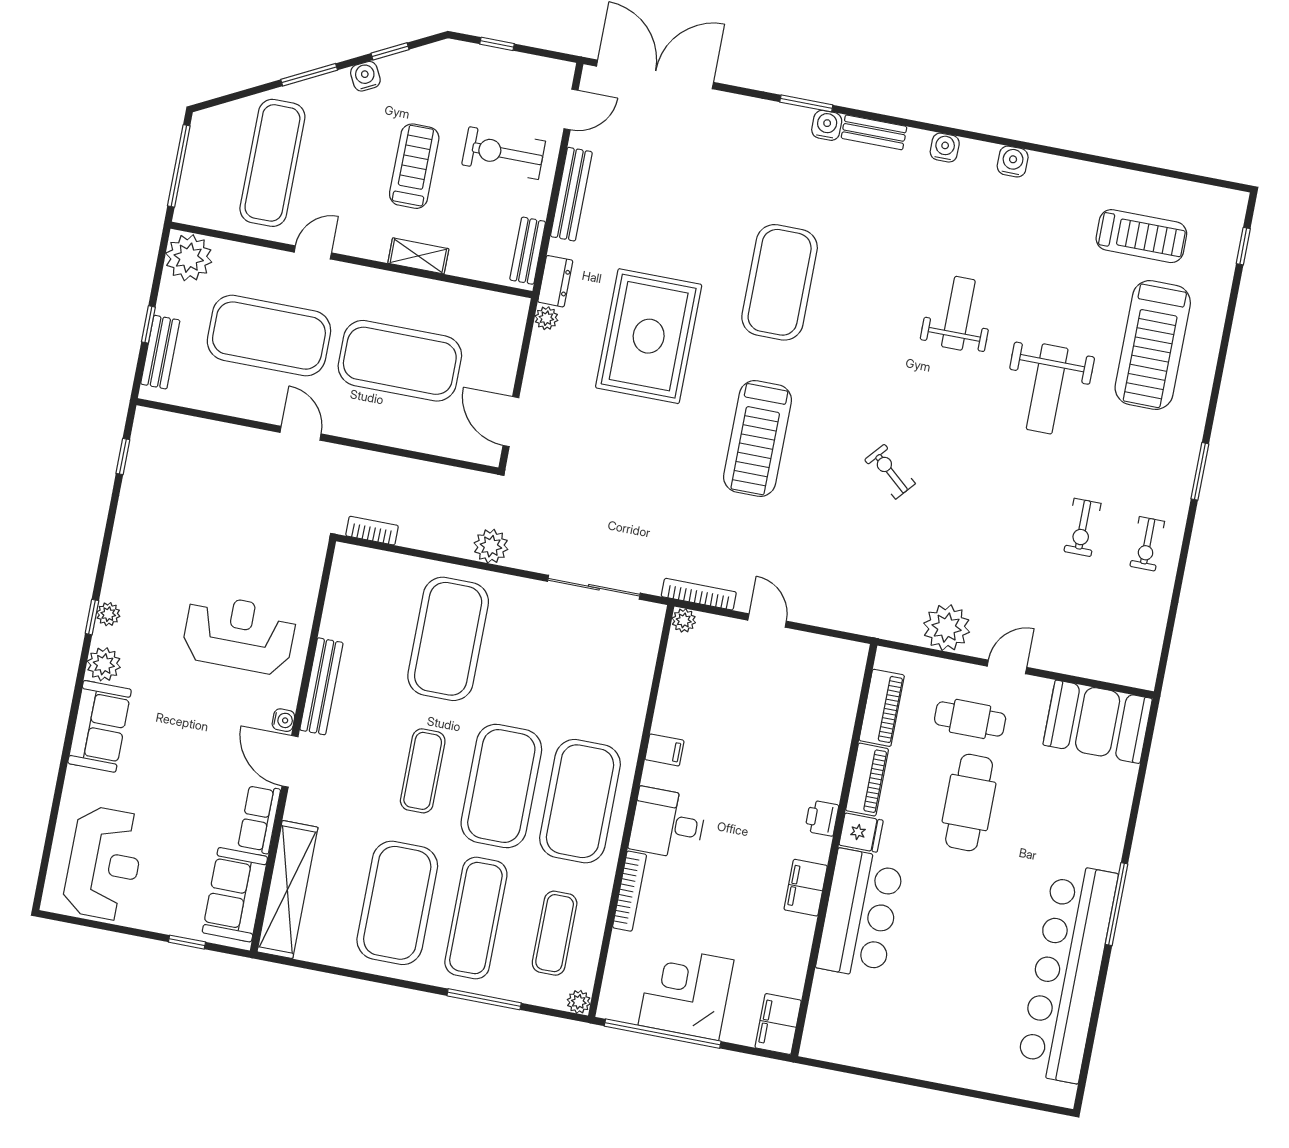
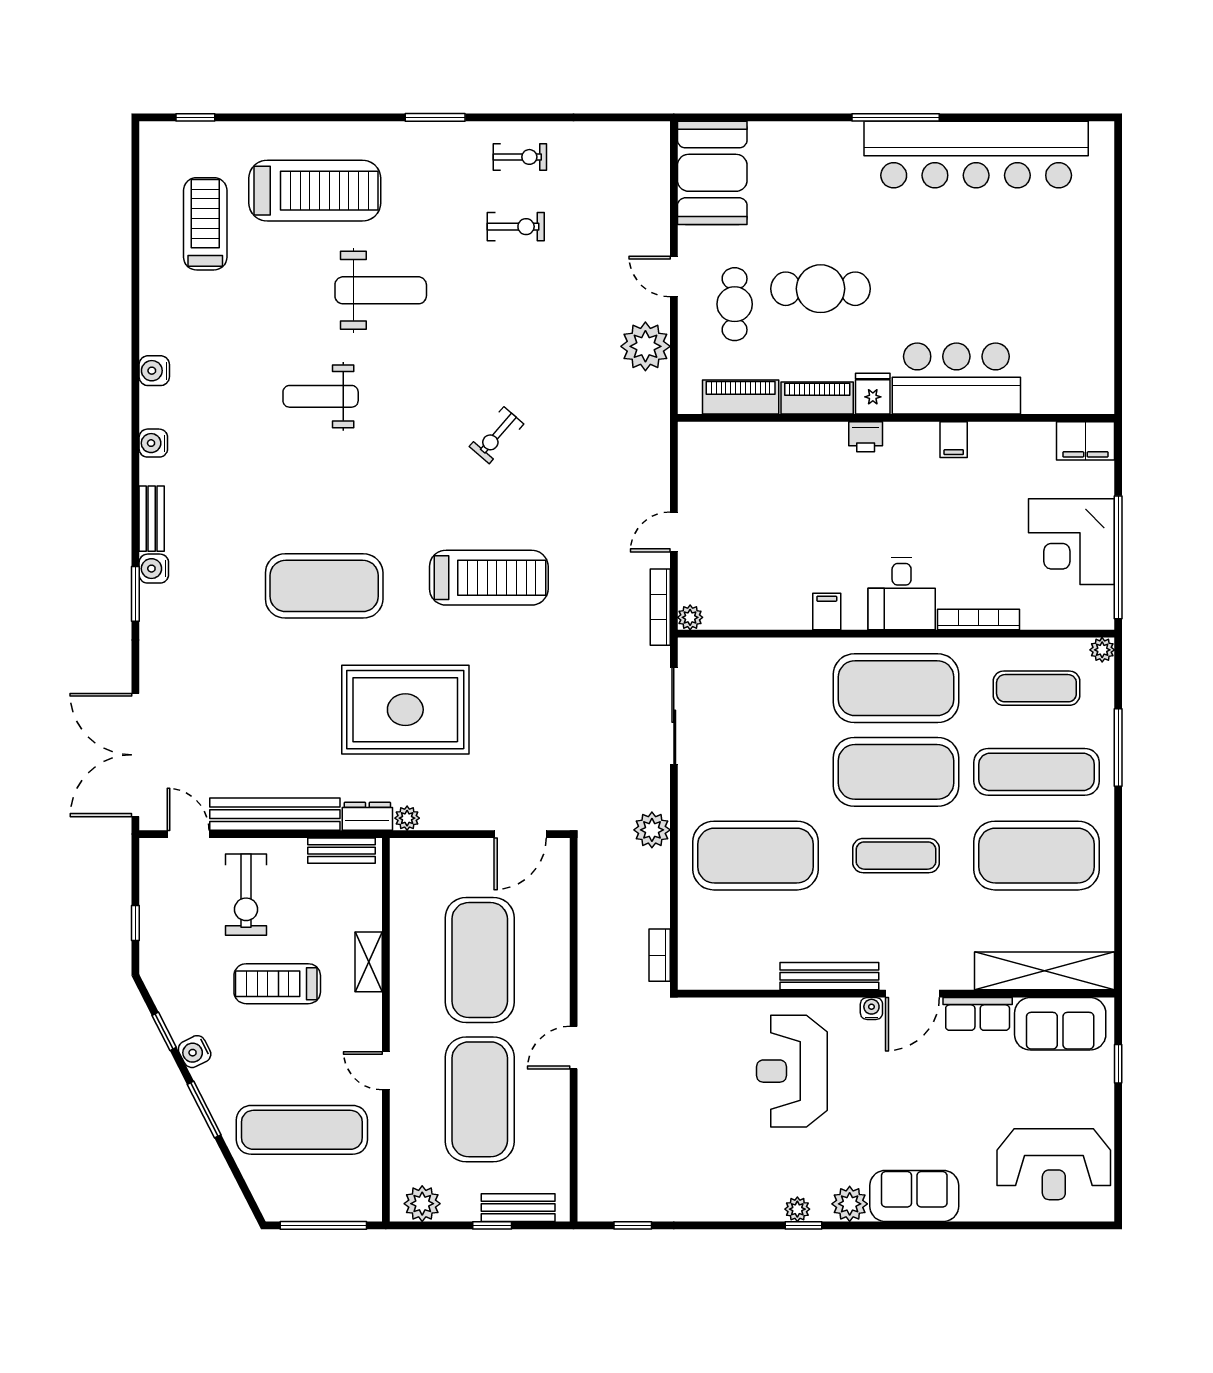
bench: (571, 194) -> (275, 814), width x1.37, depth x1.21
plant: (189, 258) -> (422, 1204), width x0.73, depth x0.73
reception desk: (104, 863) -> (1054, 1164), turned 180
filing cabinet: (806, 888) -> (954, 440), width x0.50

